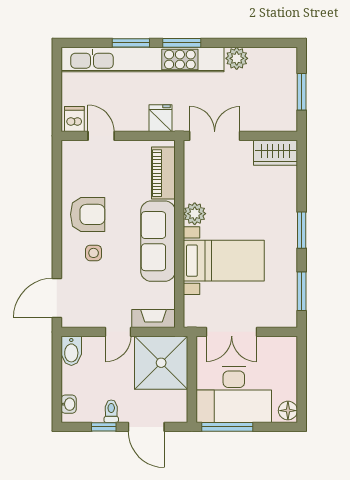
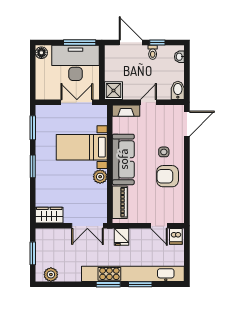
plant: (237, 58) -> (51, 275), moved
shower: (161, 363) -> (113, 91), width x0.54, depth x0.54

